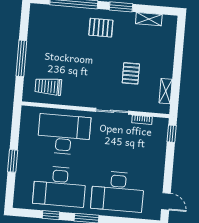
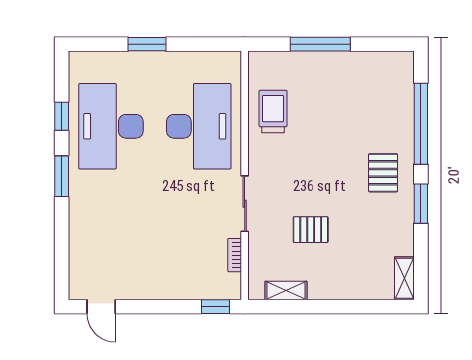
shelving: (149, 19) -> (404, 278), moved
trolley: (48, 86) -> (273, 112), moved
desk: (118, 191) -> (111, 225), removed
door: (166, 201) -> (101, 307), hinge flipped

